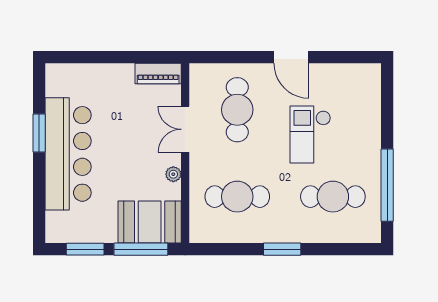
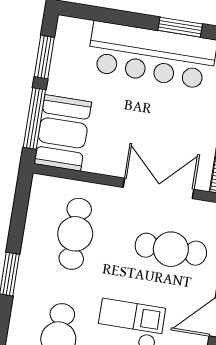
double door: (185, 129) -> (158, 188), width x1.37
plant: (173, 174) -> (111, 167), removed

